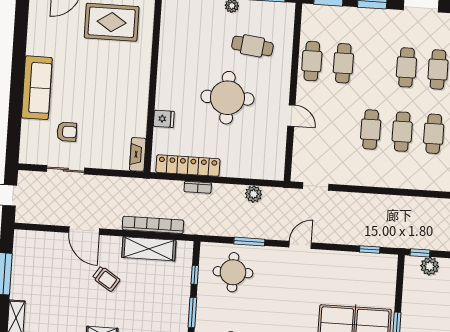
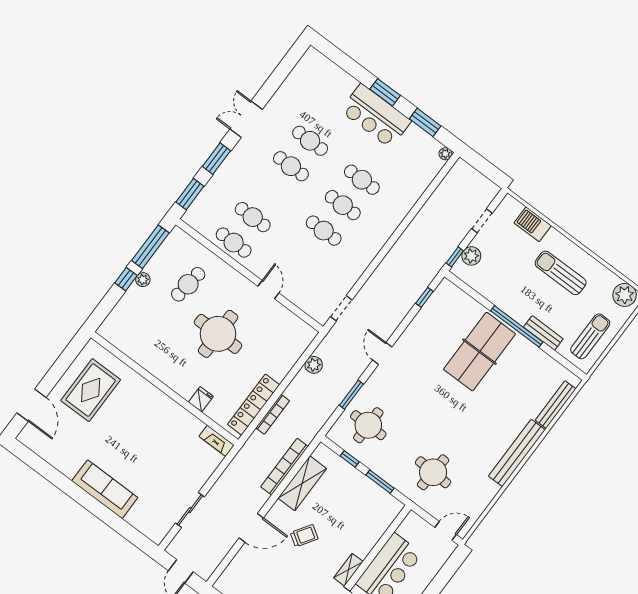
door: (291, 116) -> (268, 290), hinge flipped
armchair: (67, 132) -> (158, 488), removed
bookcase: (198, 187) -> (273, 414), width x1.56

